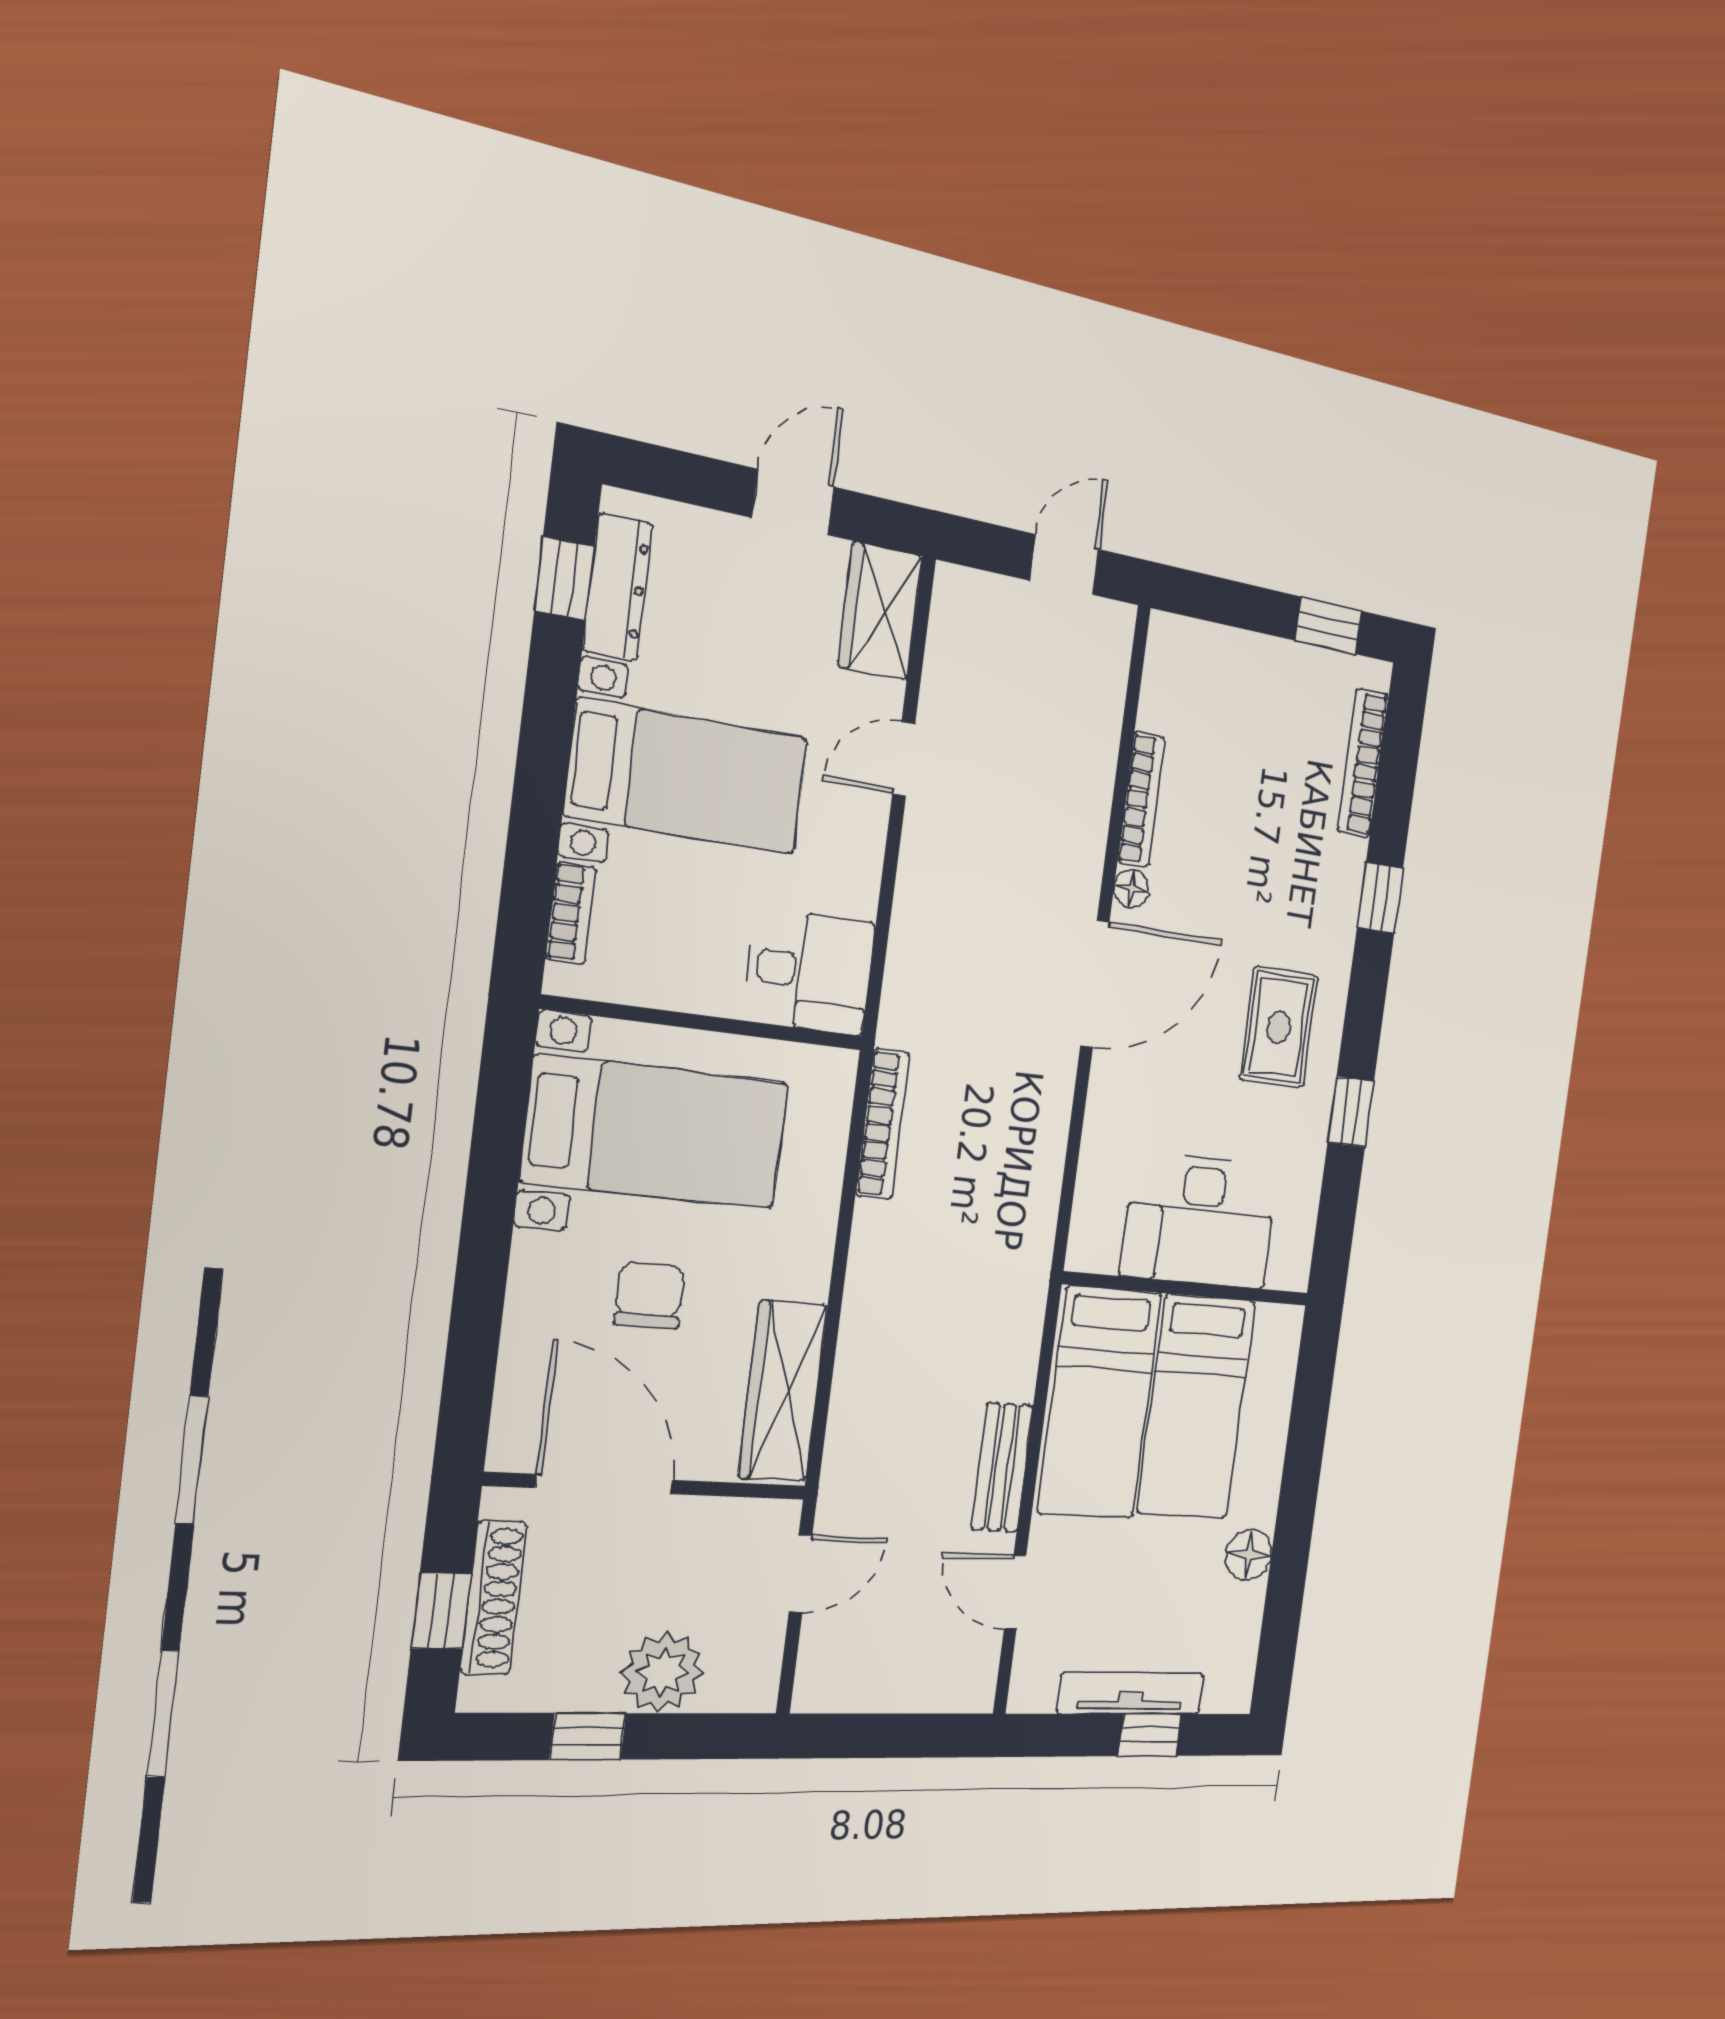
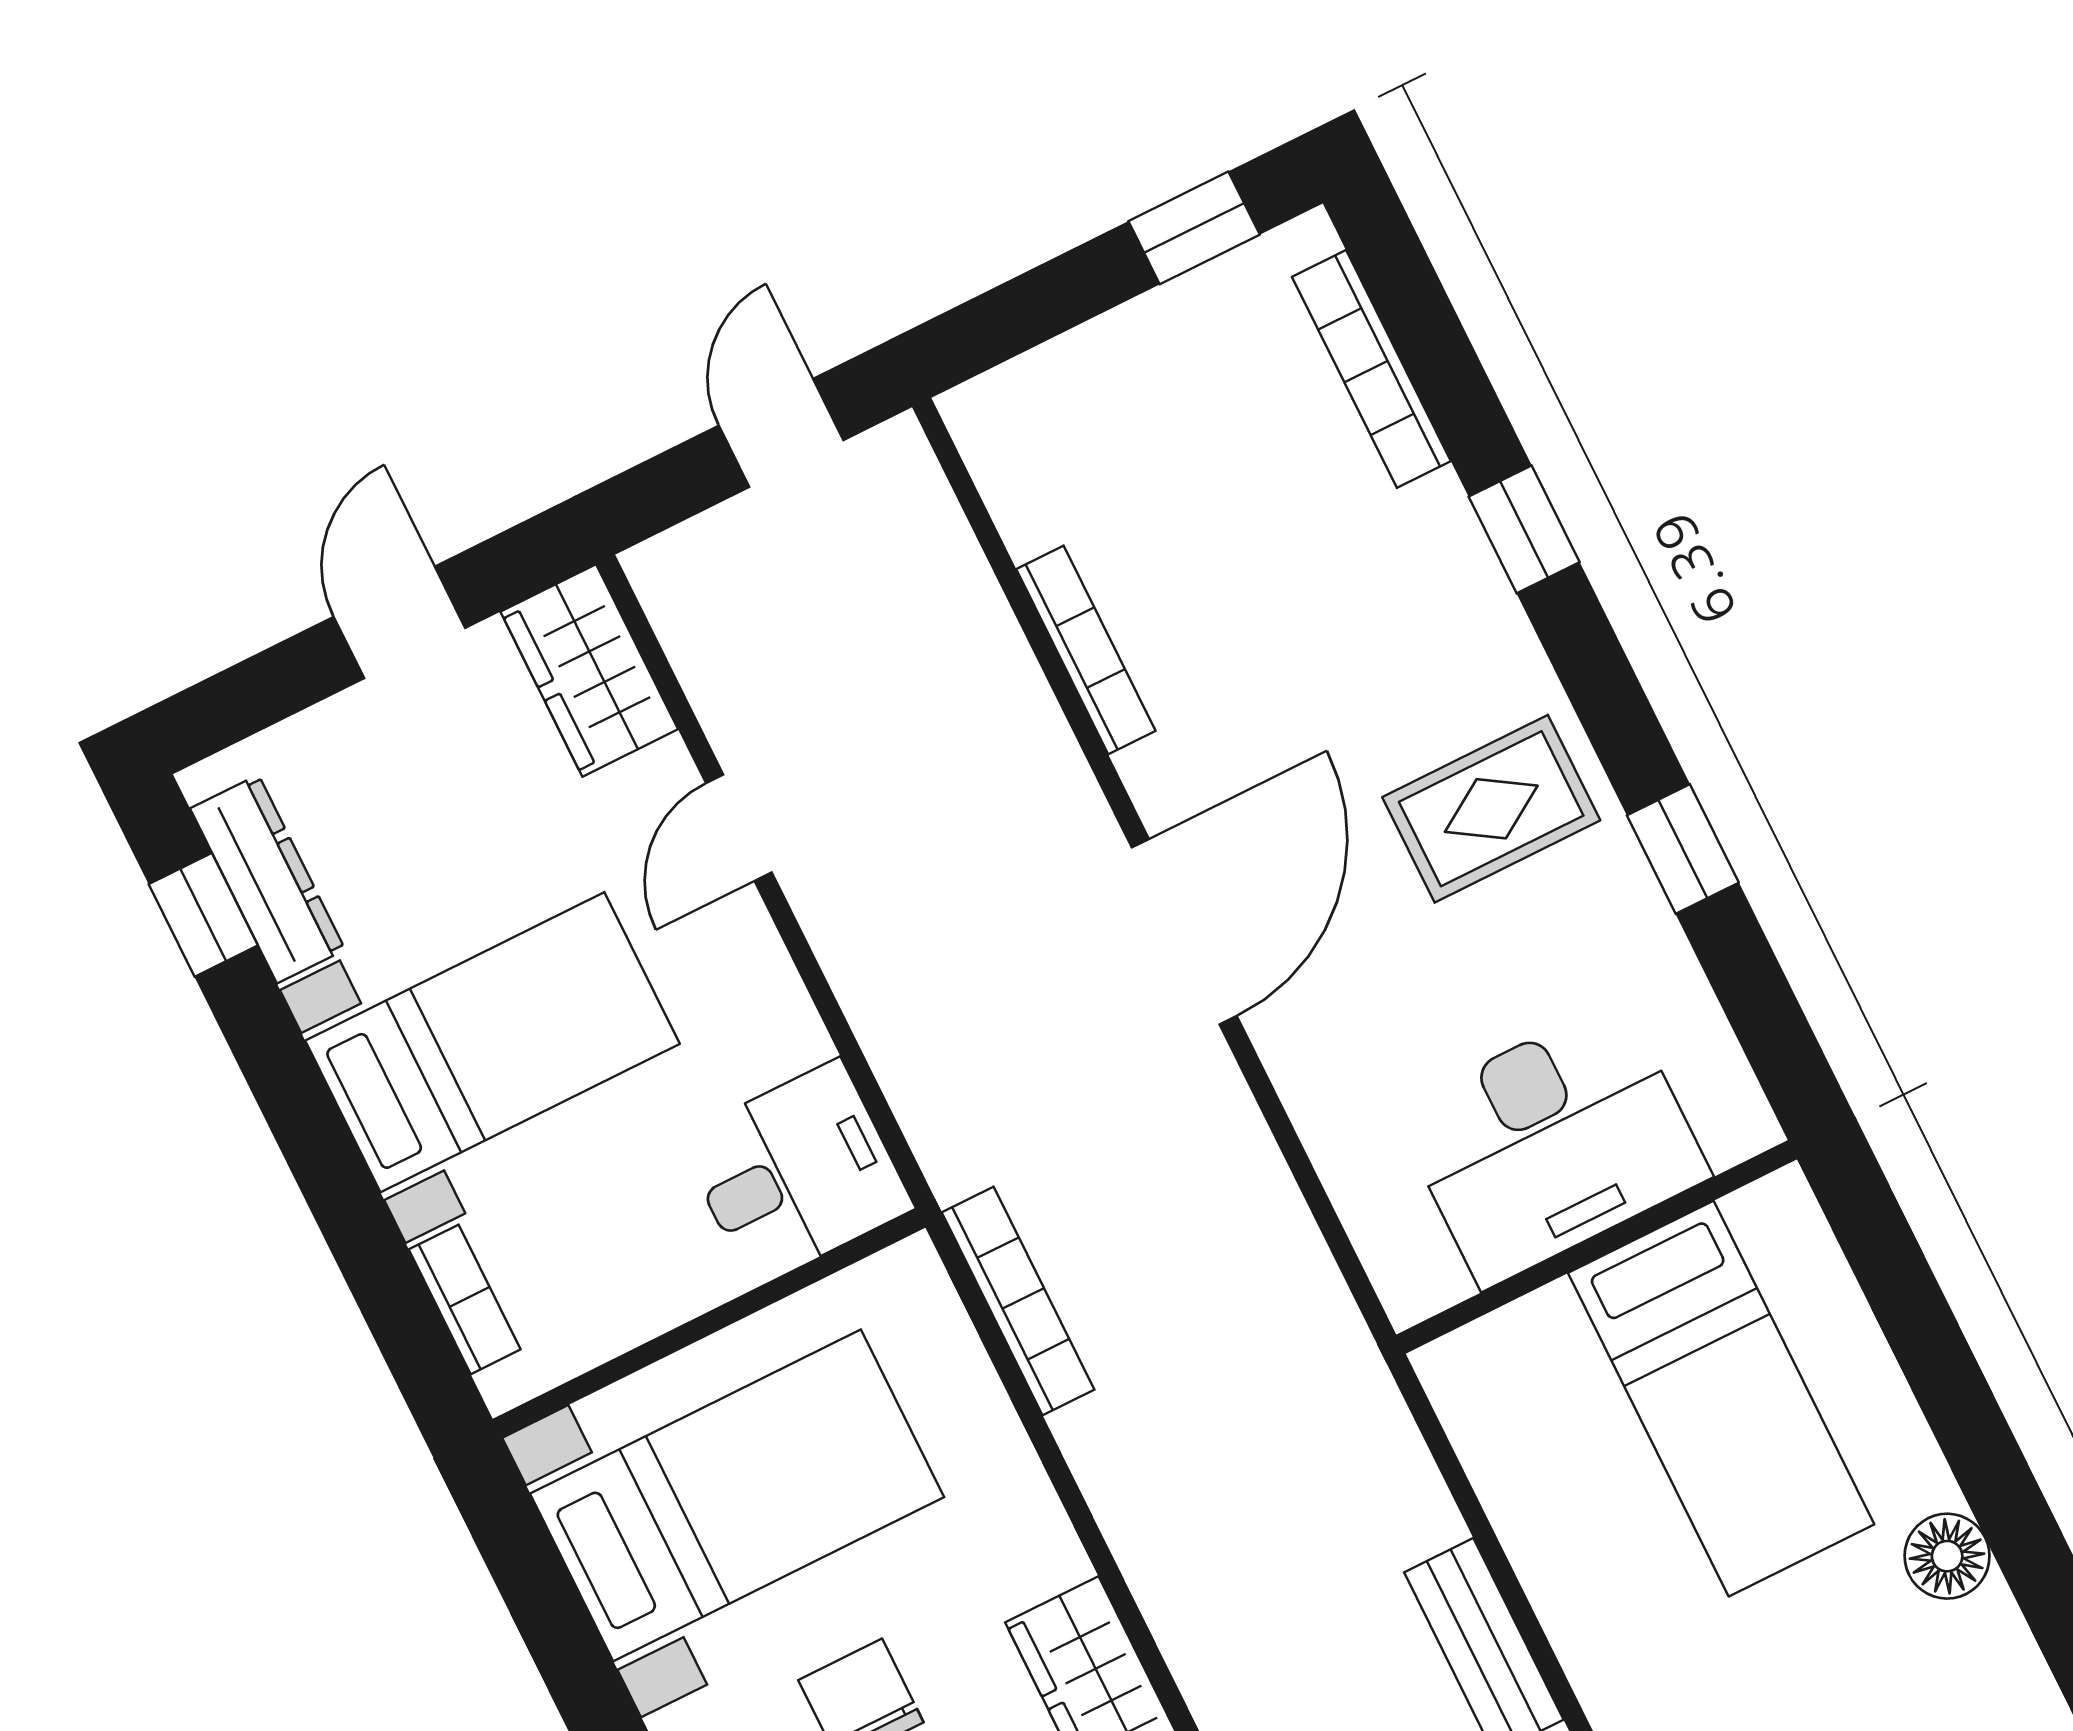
floor lamp: (1131, 889) -> (1151, 774), removed
rug: (1279, 1027) -> (1491, 809), turned 90
bed: (1100, 1403) -> (1569, 1478), removed

